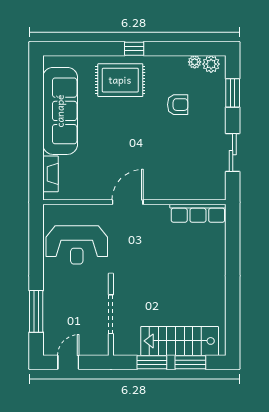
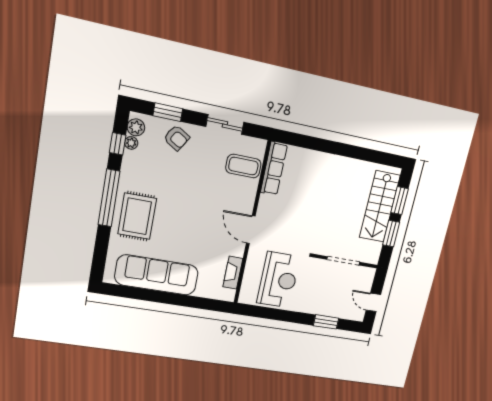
window: (134, 49) -> (109, 198), width x3.17
window: (191, 49) -> (118, 144), added
armchair: (178, 105) -> (177, 138), moved, turned 121
fireplace: (51, 174) -> (233, 273), moved, turned -90
coffee table: (194, 180) -> (243, 166), added
window: (36, 311) -> (326, 322), width x0.69

